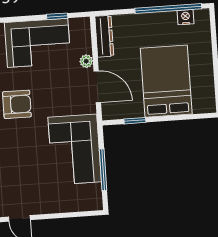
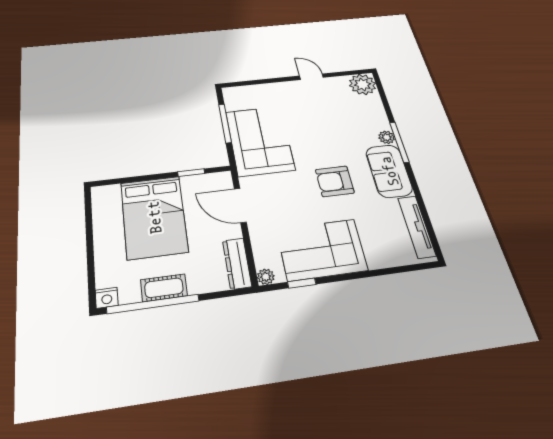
nightstand: (186, 17) -> (107, 298), moved
cot: (160, 21) -> (164, 288), added
plant: (86, 61) -> (266, 277), moved

